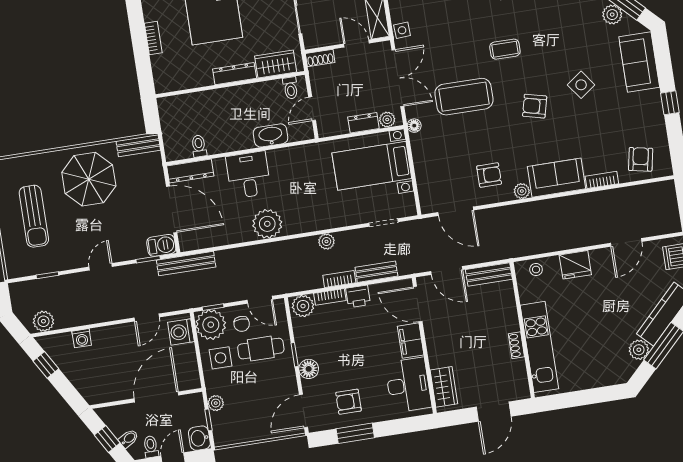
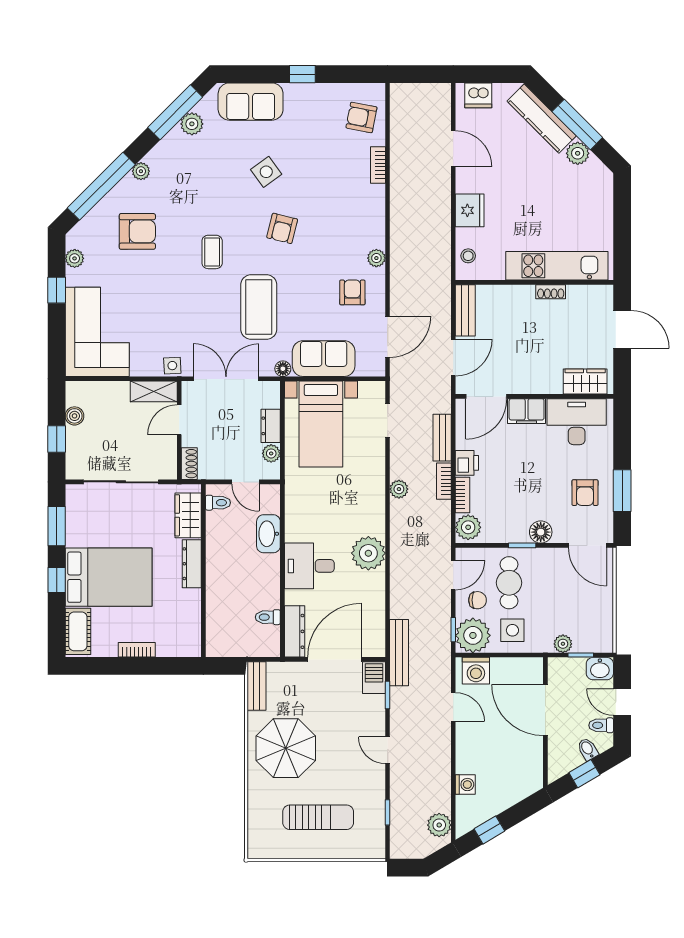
plant: (387, 120) -> (271, 453), moved
sofa: (557, 178) -> (324, 359), moved, turned 90

